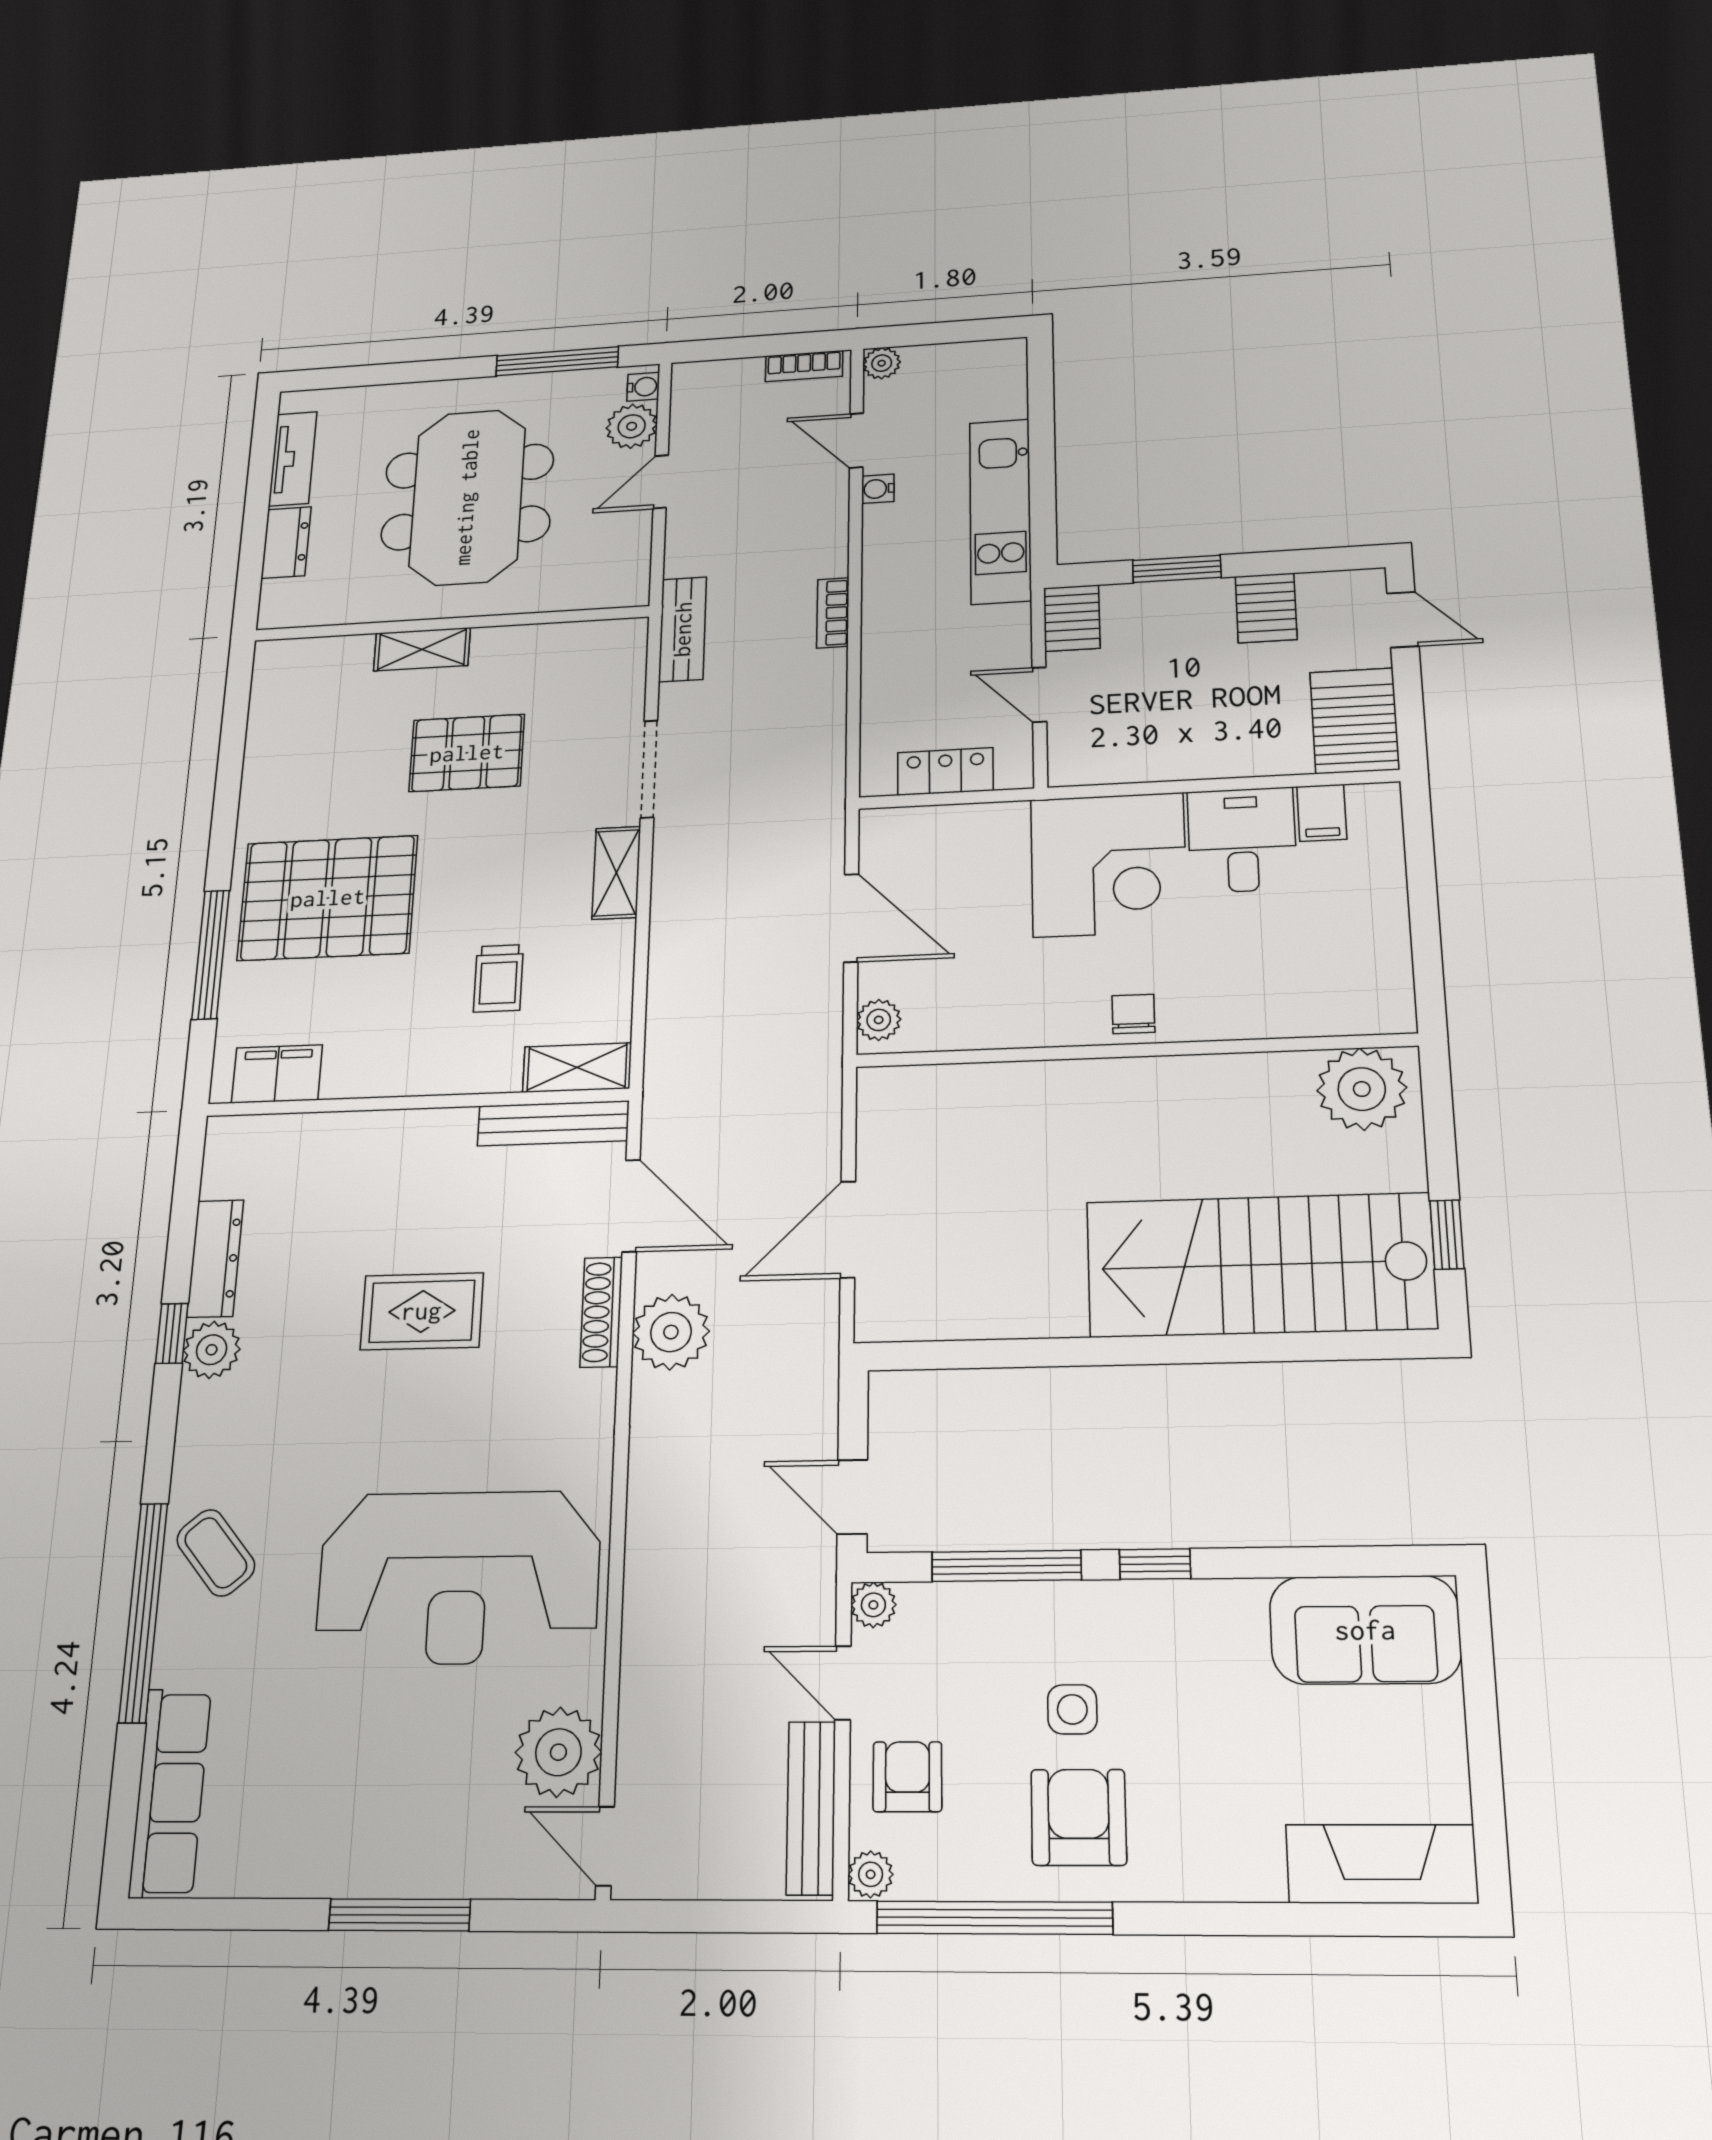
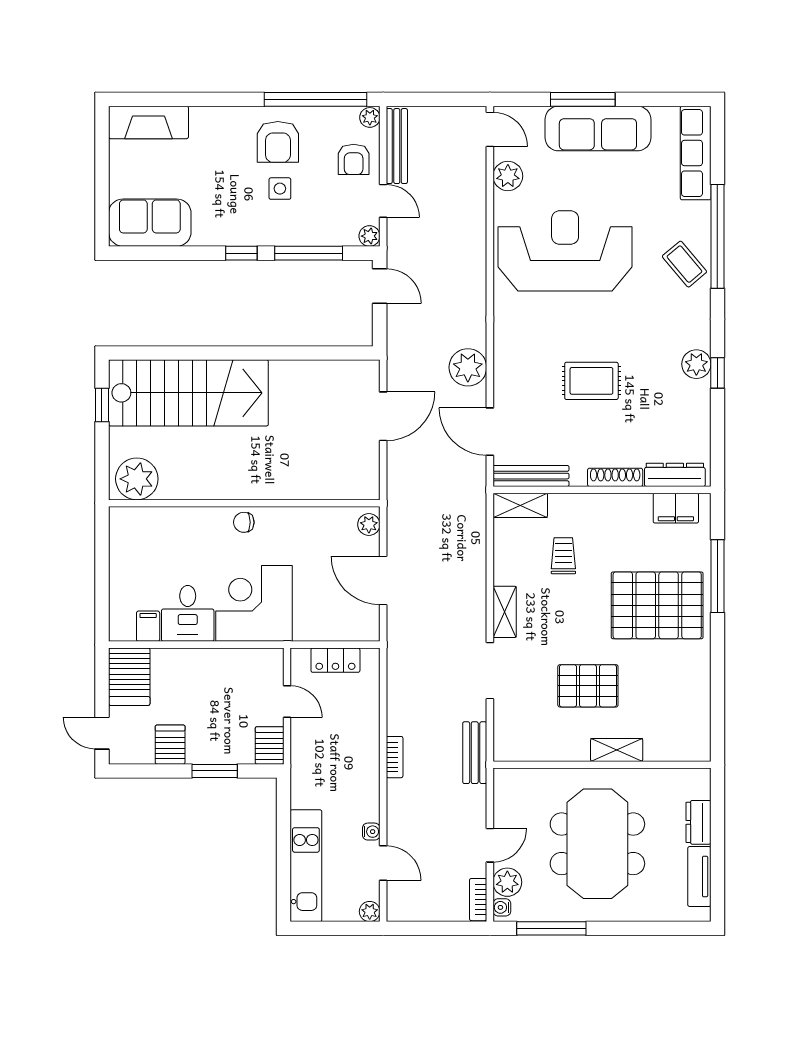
bookcase: (804, 366) -> (478, 900), moved, turned -90
kitchen unit: (1000, 511) -> (306, 866), moved
chair: (1133, 1014) -> (244, 522), turned 90
dresser: (215, 1258) -> (675, 475), moved, turned 90
shoe rack: (601, 1312) -> (615, 477), moved, turned -90
plant: (558, 1752) -> (508, 176), width x0.73, depth x0.73
sofa: (371, 1848) -> (598, 128), added

